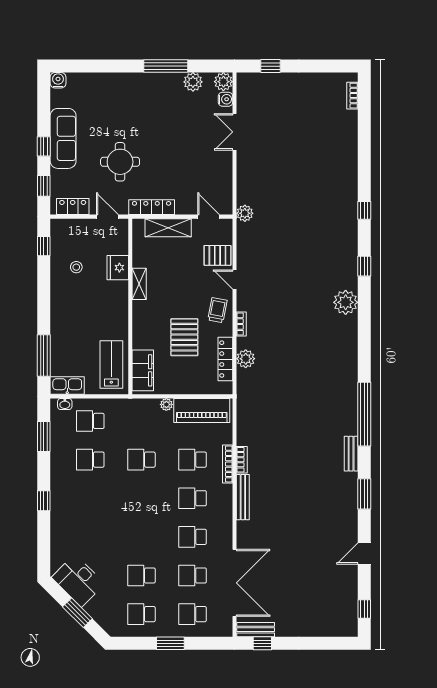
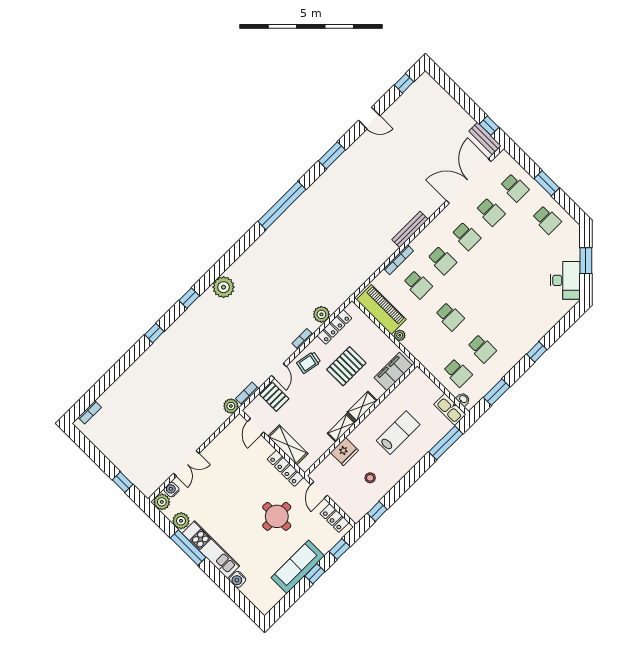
water cooler: (58, 80) -> (238, 579), moved
kitchen unit: (146, 83) -> (211, 550), added
shelving: (140, 318) -> (362, 406), added
lab bench: (111, 364) -> (398, 433), moved, turned 180
bench: (351, 454) -> (315, 189), removed
bookcase: (242, 460) -> (247, 394), moved
school desk: (141, 575) -> (522, 244), removed

